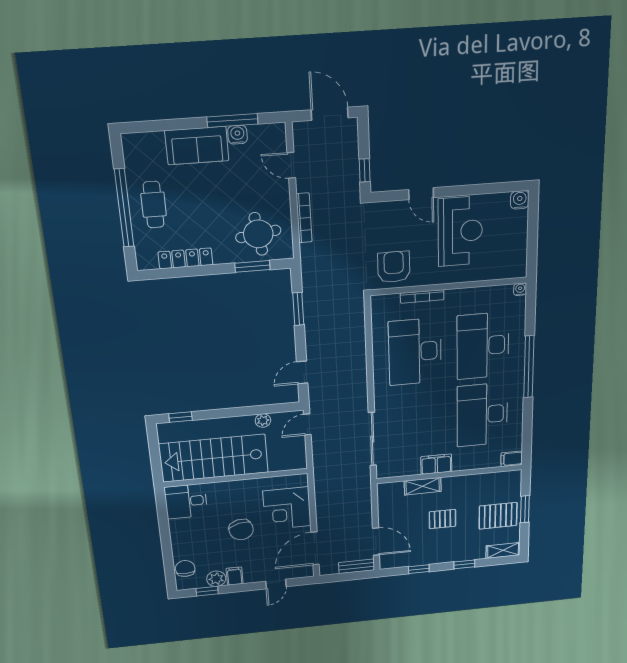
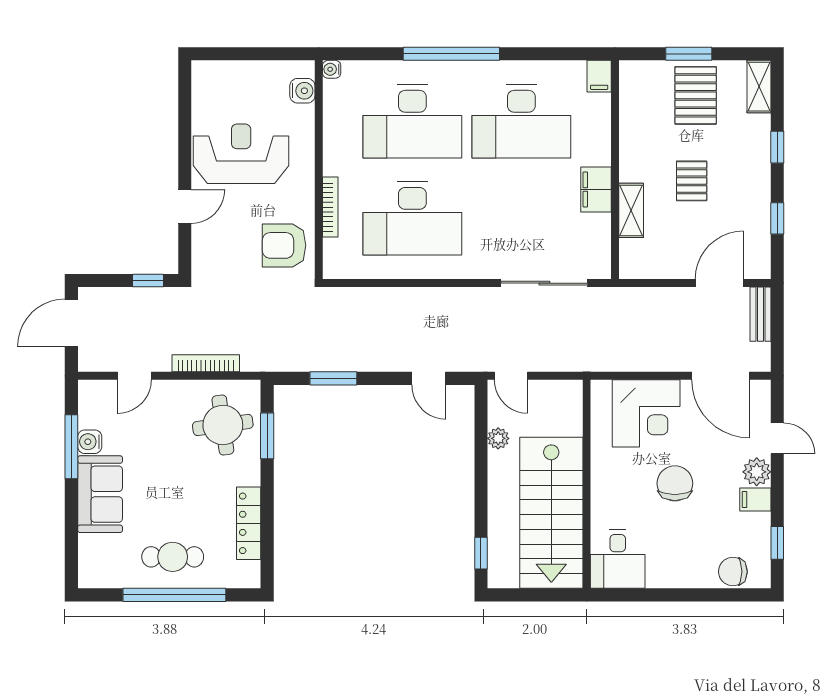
water cooler: (520, 200) -> (302, 91), moved, turned 180
chair: (241, 530) -> (675, 483), turned -76
plant: (216, 579) -> (757, 472), moved

